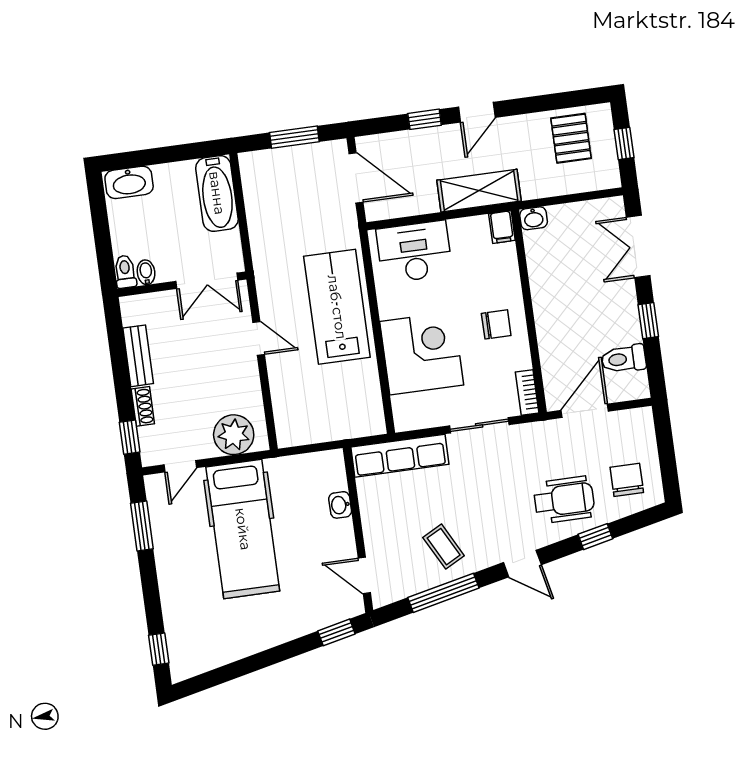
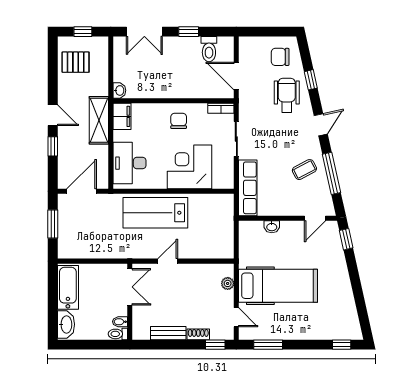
bathtub: (217, 193) -> (68, 287), moved, turned -90
filing cabinet: (502, 227) -> (122, 116), width x2.00
plant: (234, 435) -> (228, 283), width x0.53, depth x0.53

